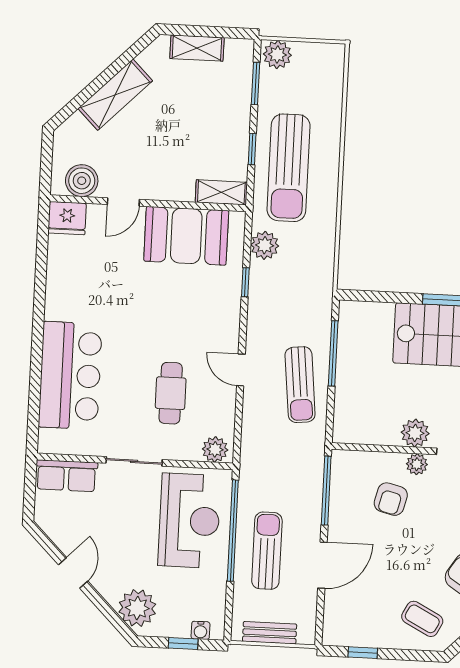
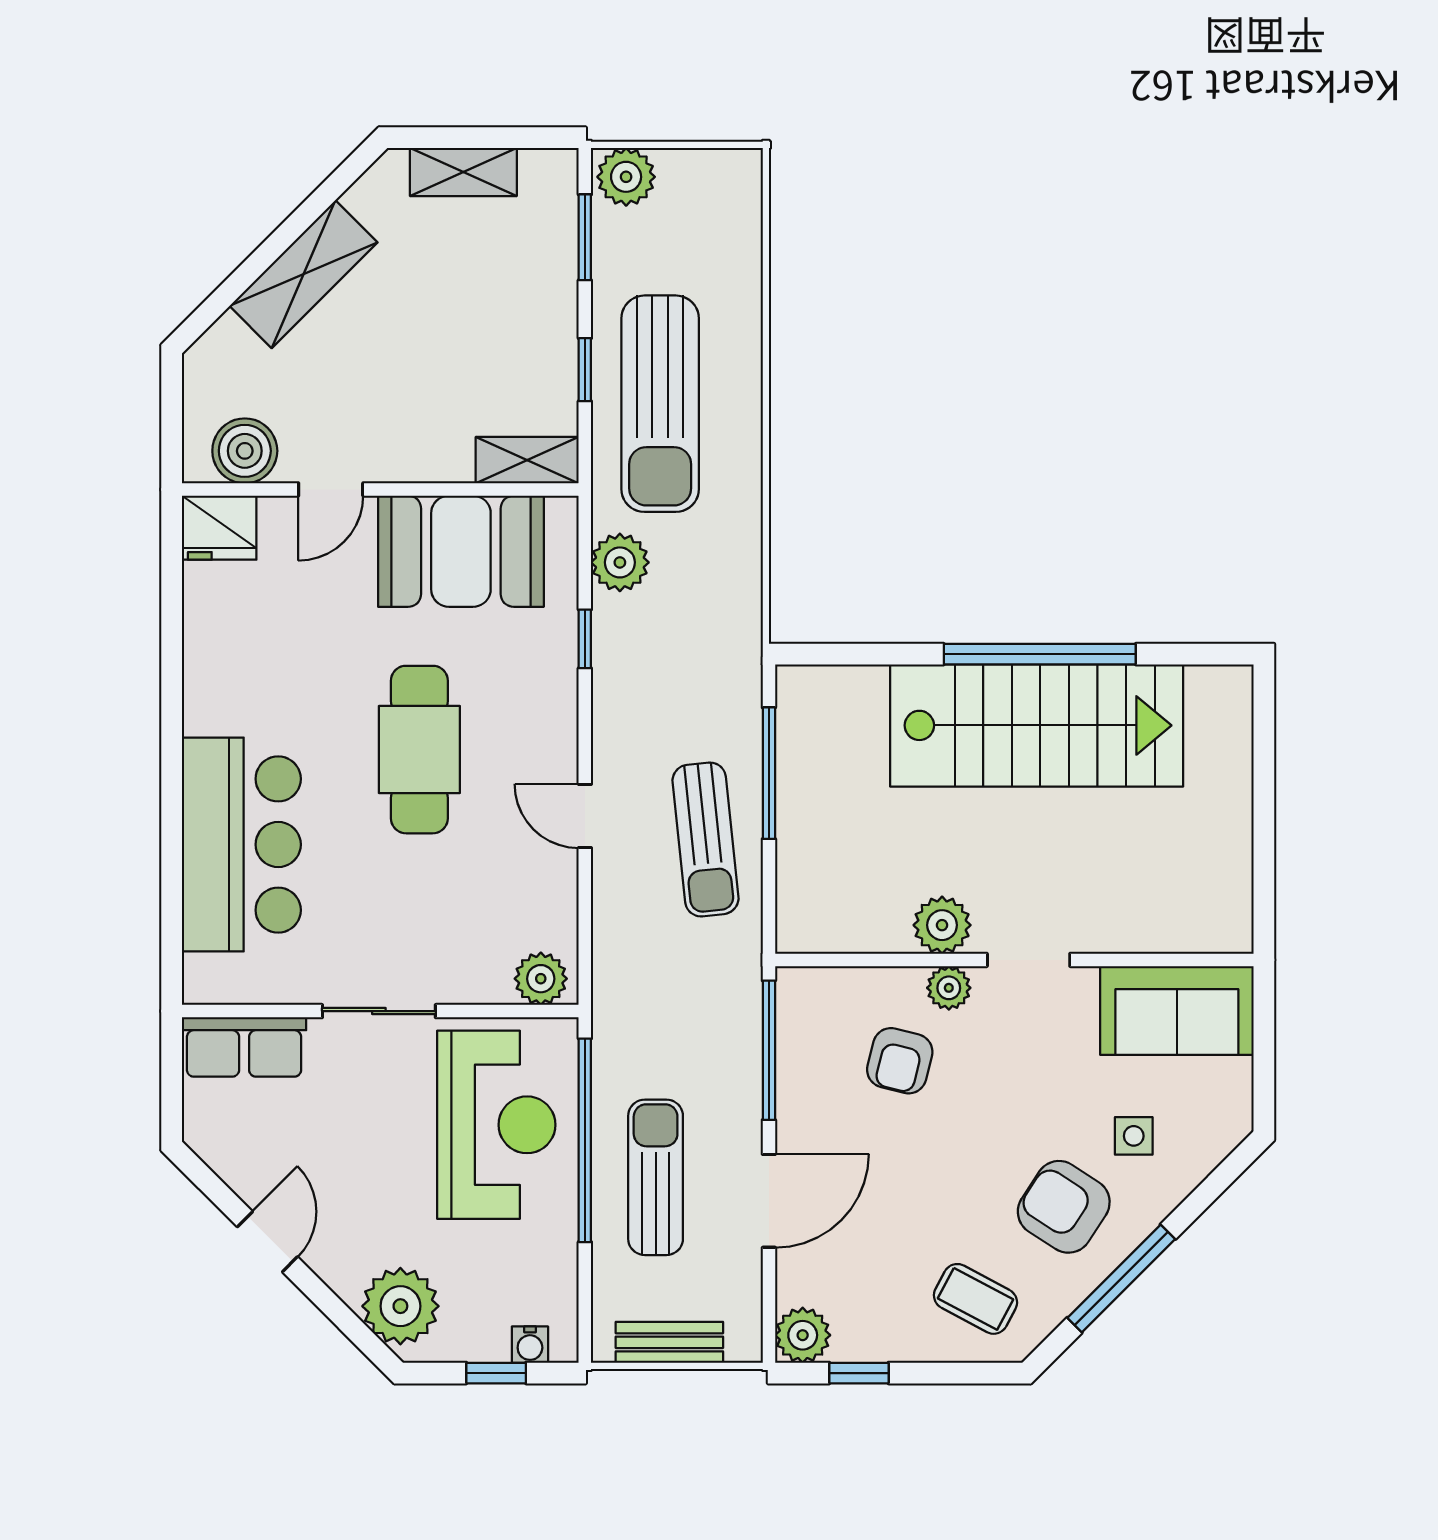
cafe table: (171, 393) -> (419, 750), moved, width x1.37, depth x1.35
plant: (336, 633) -> (803, 1335), added

